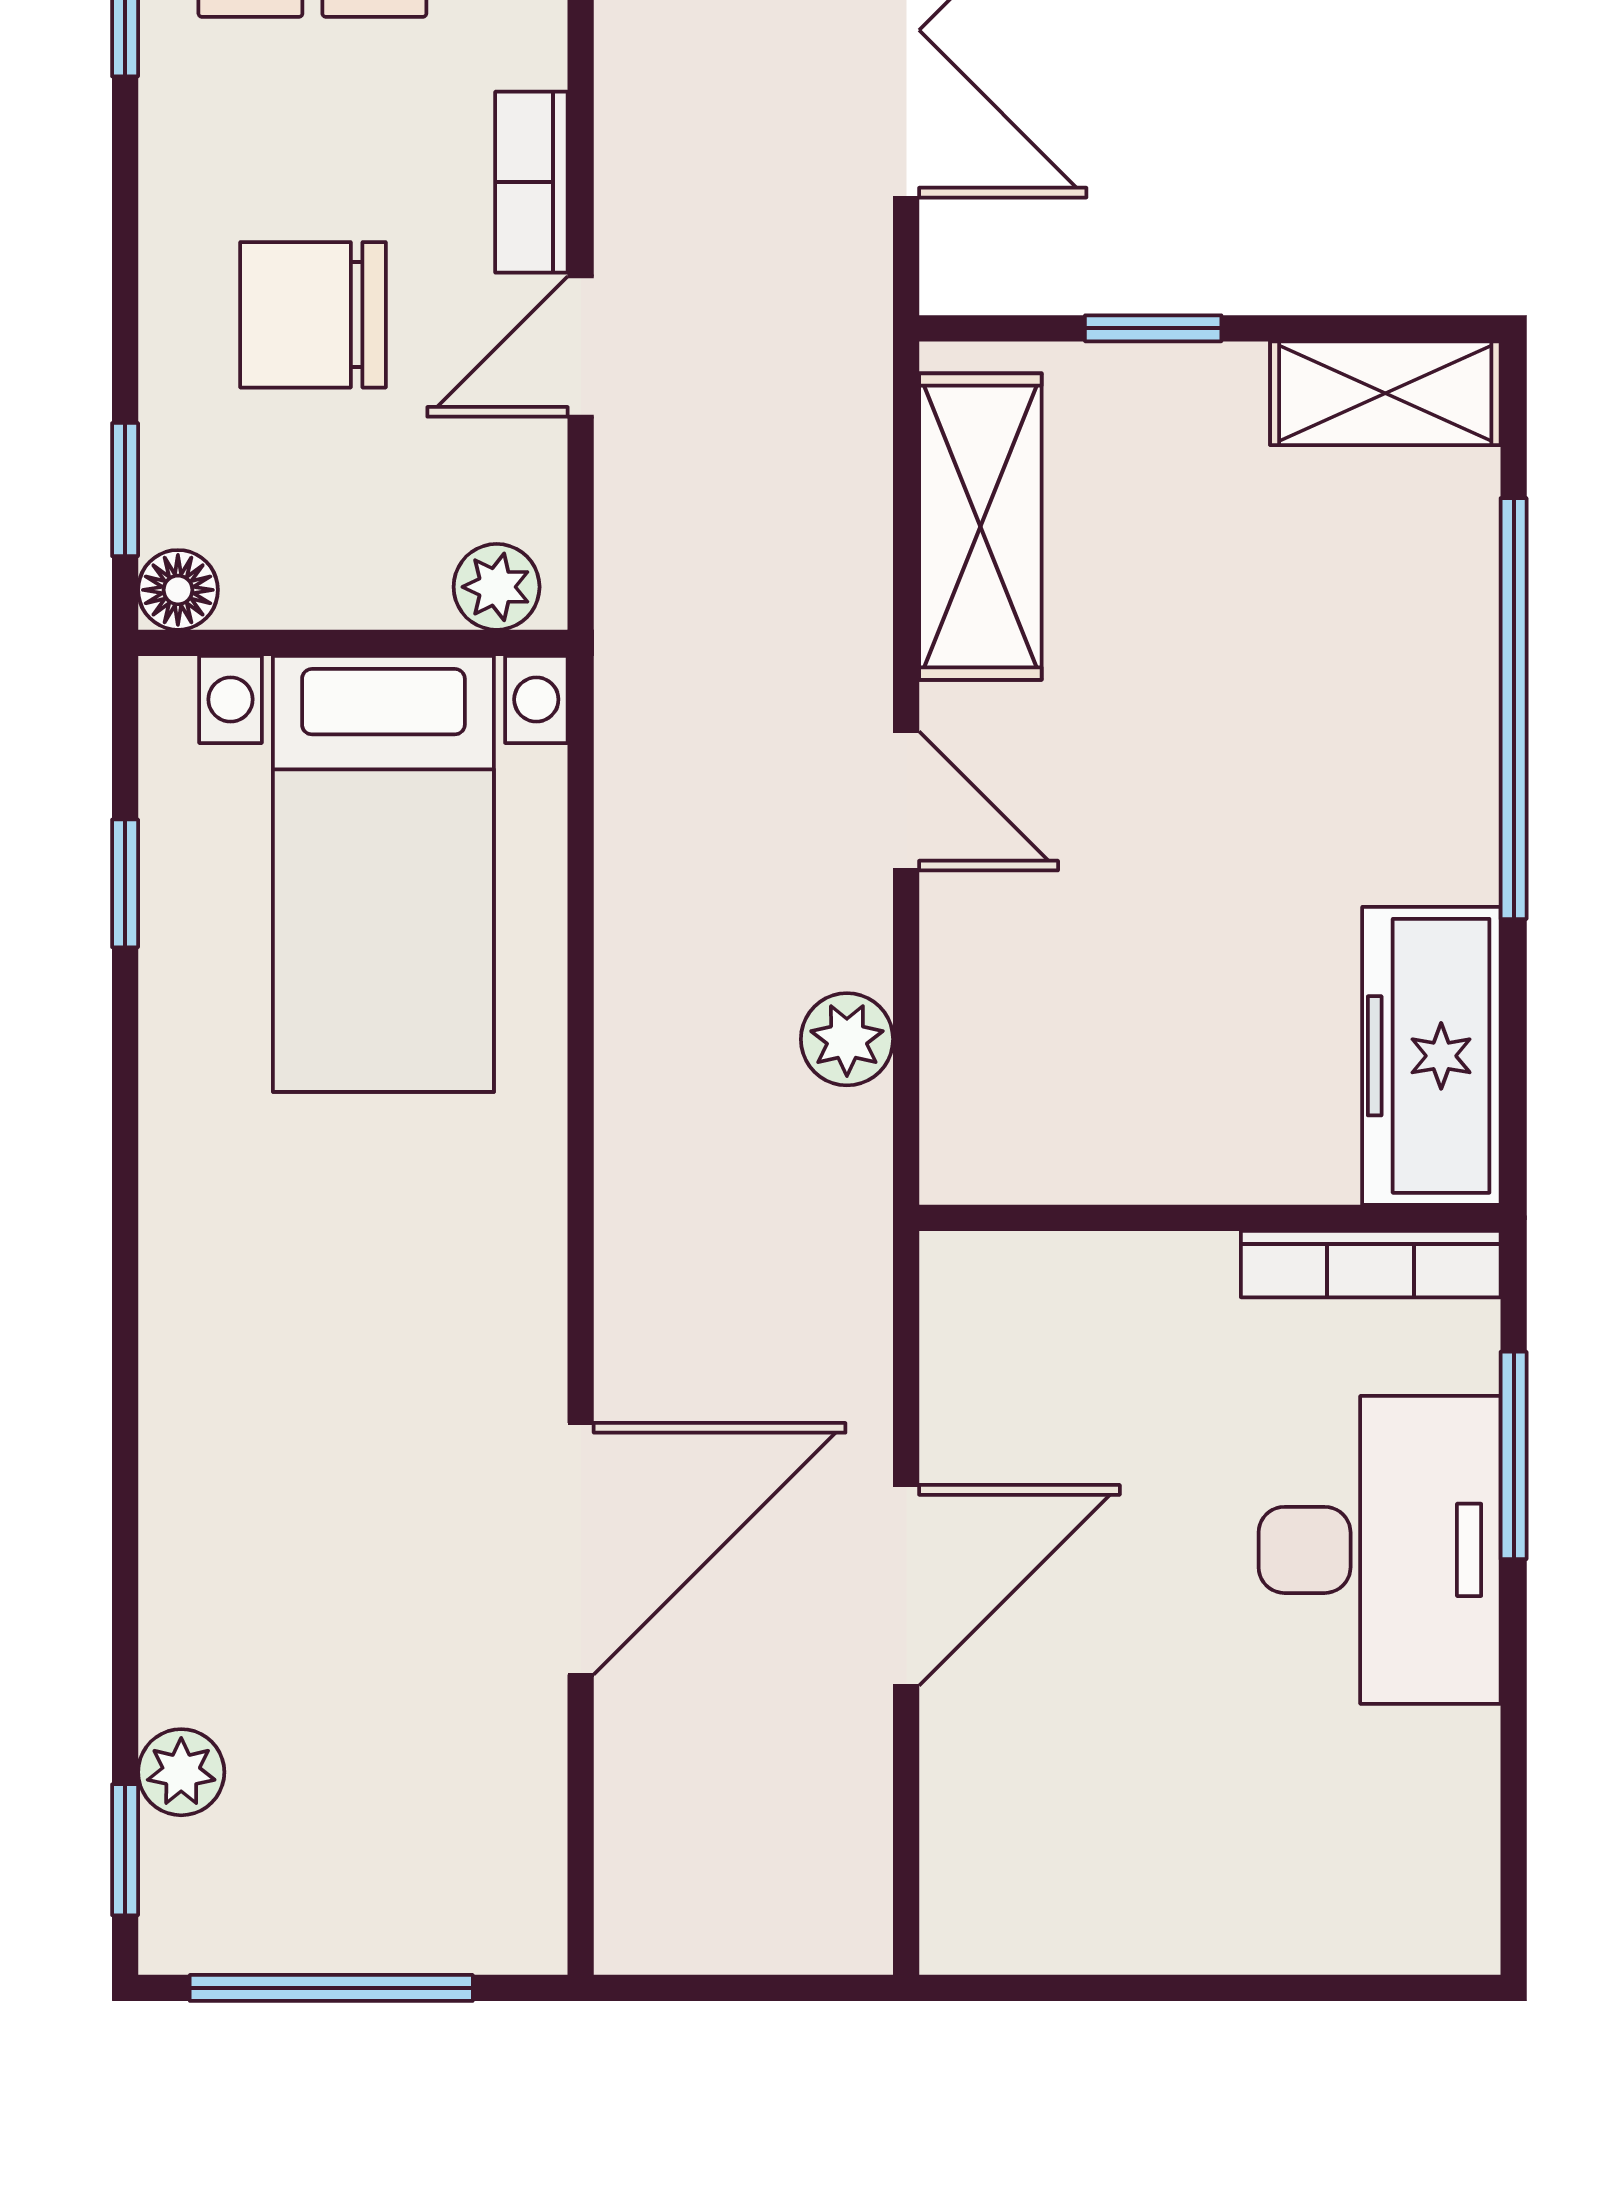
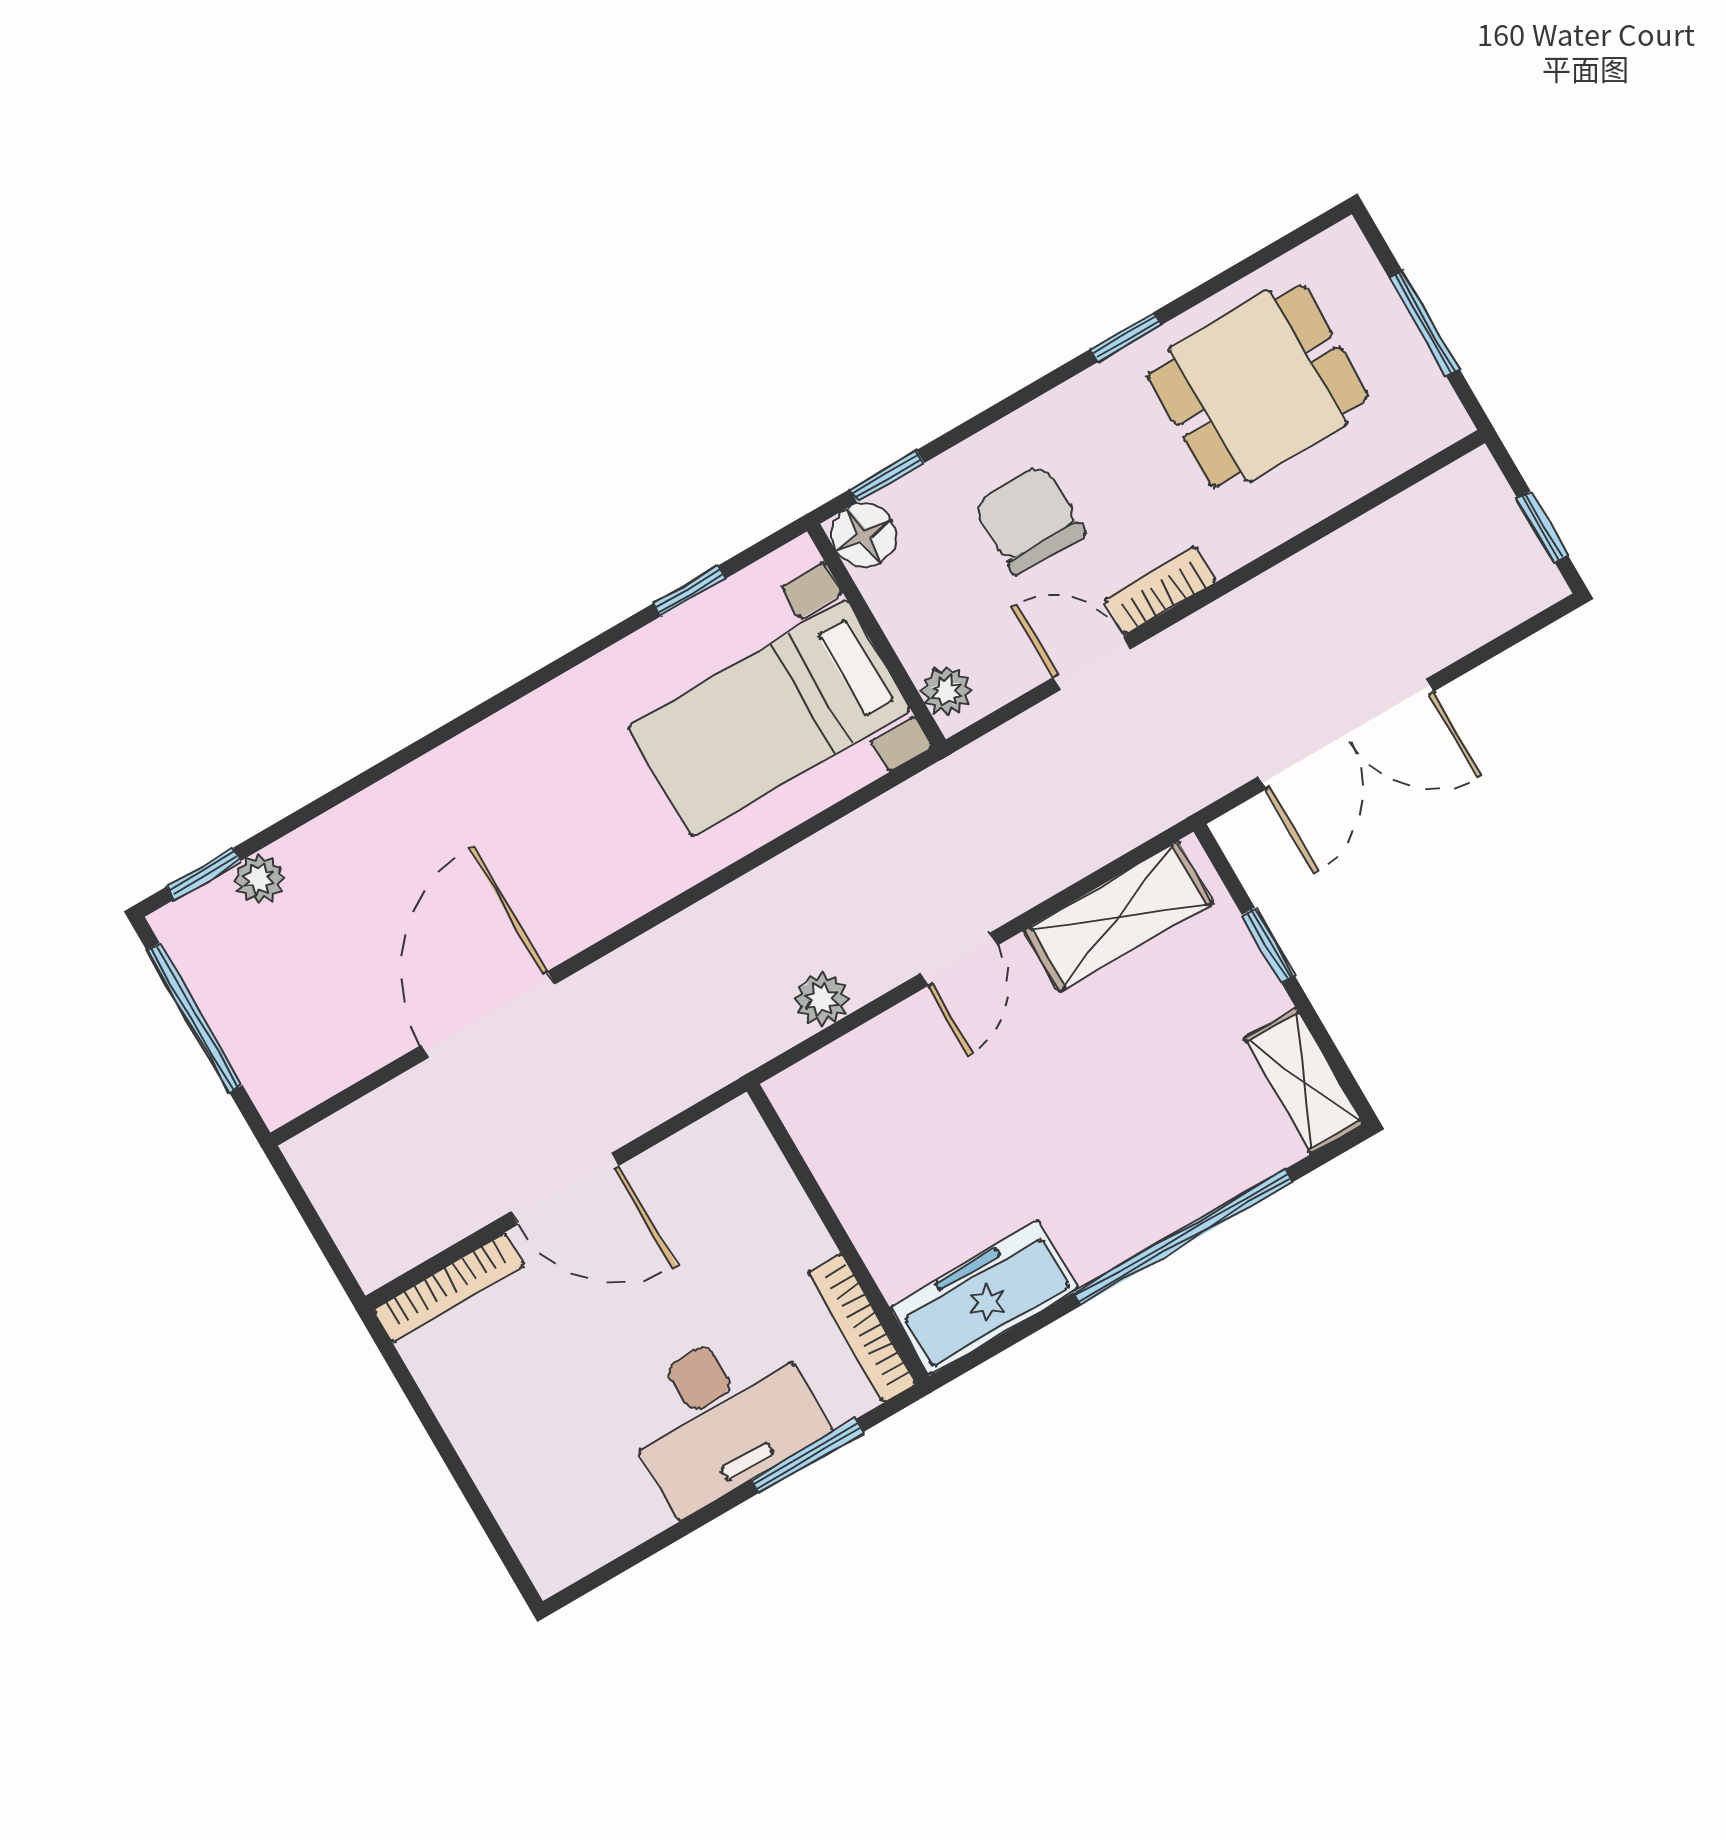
floor lamp: (178, 590) -> (864, 535), width x1.37, depth x1.37
door: (581, 1549) -> (488, 1015), swing flipped
bookcase: (953, 1844) -> (449, 1288), added

